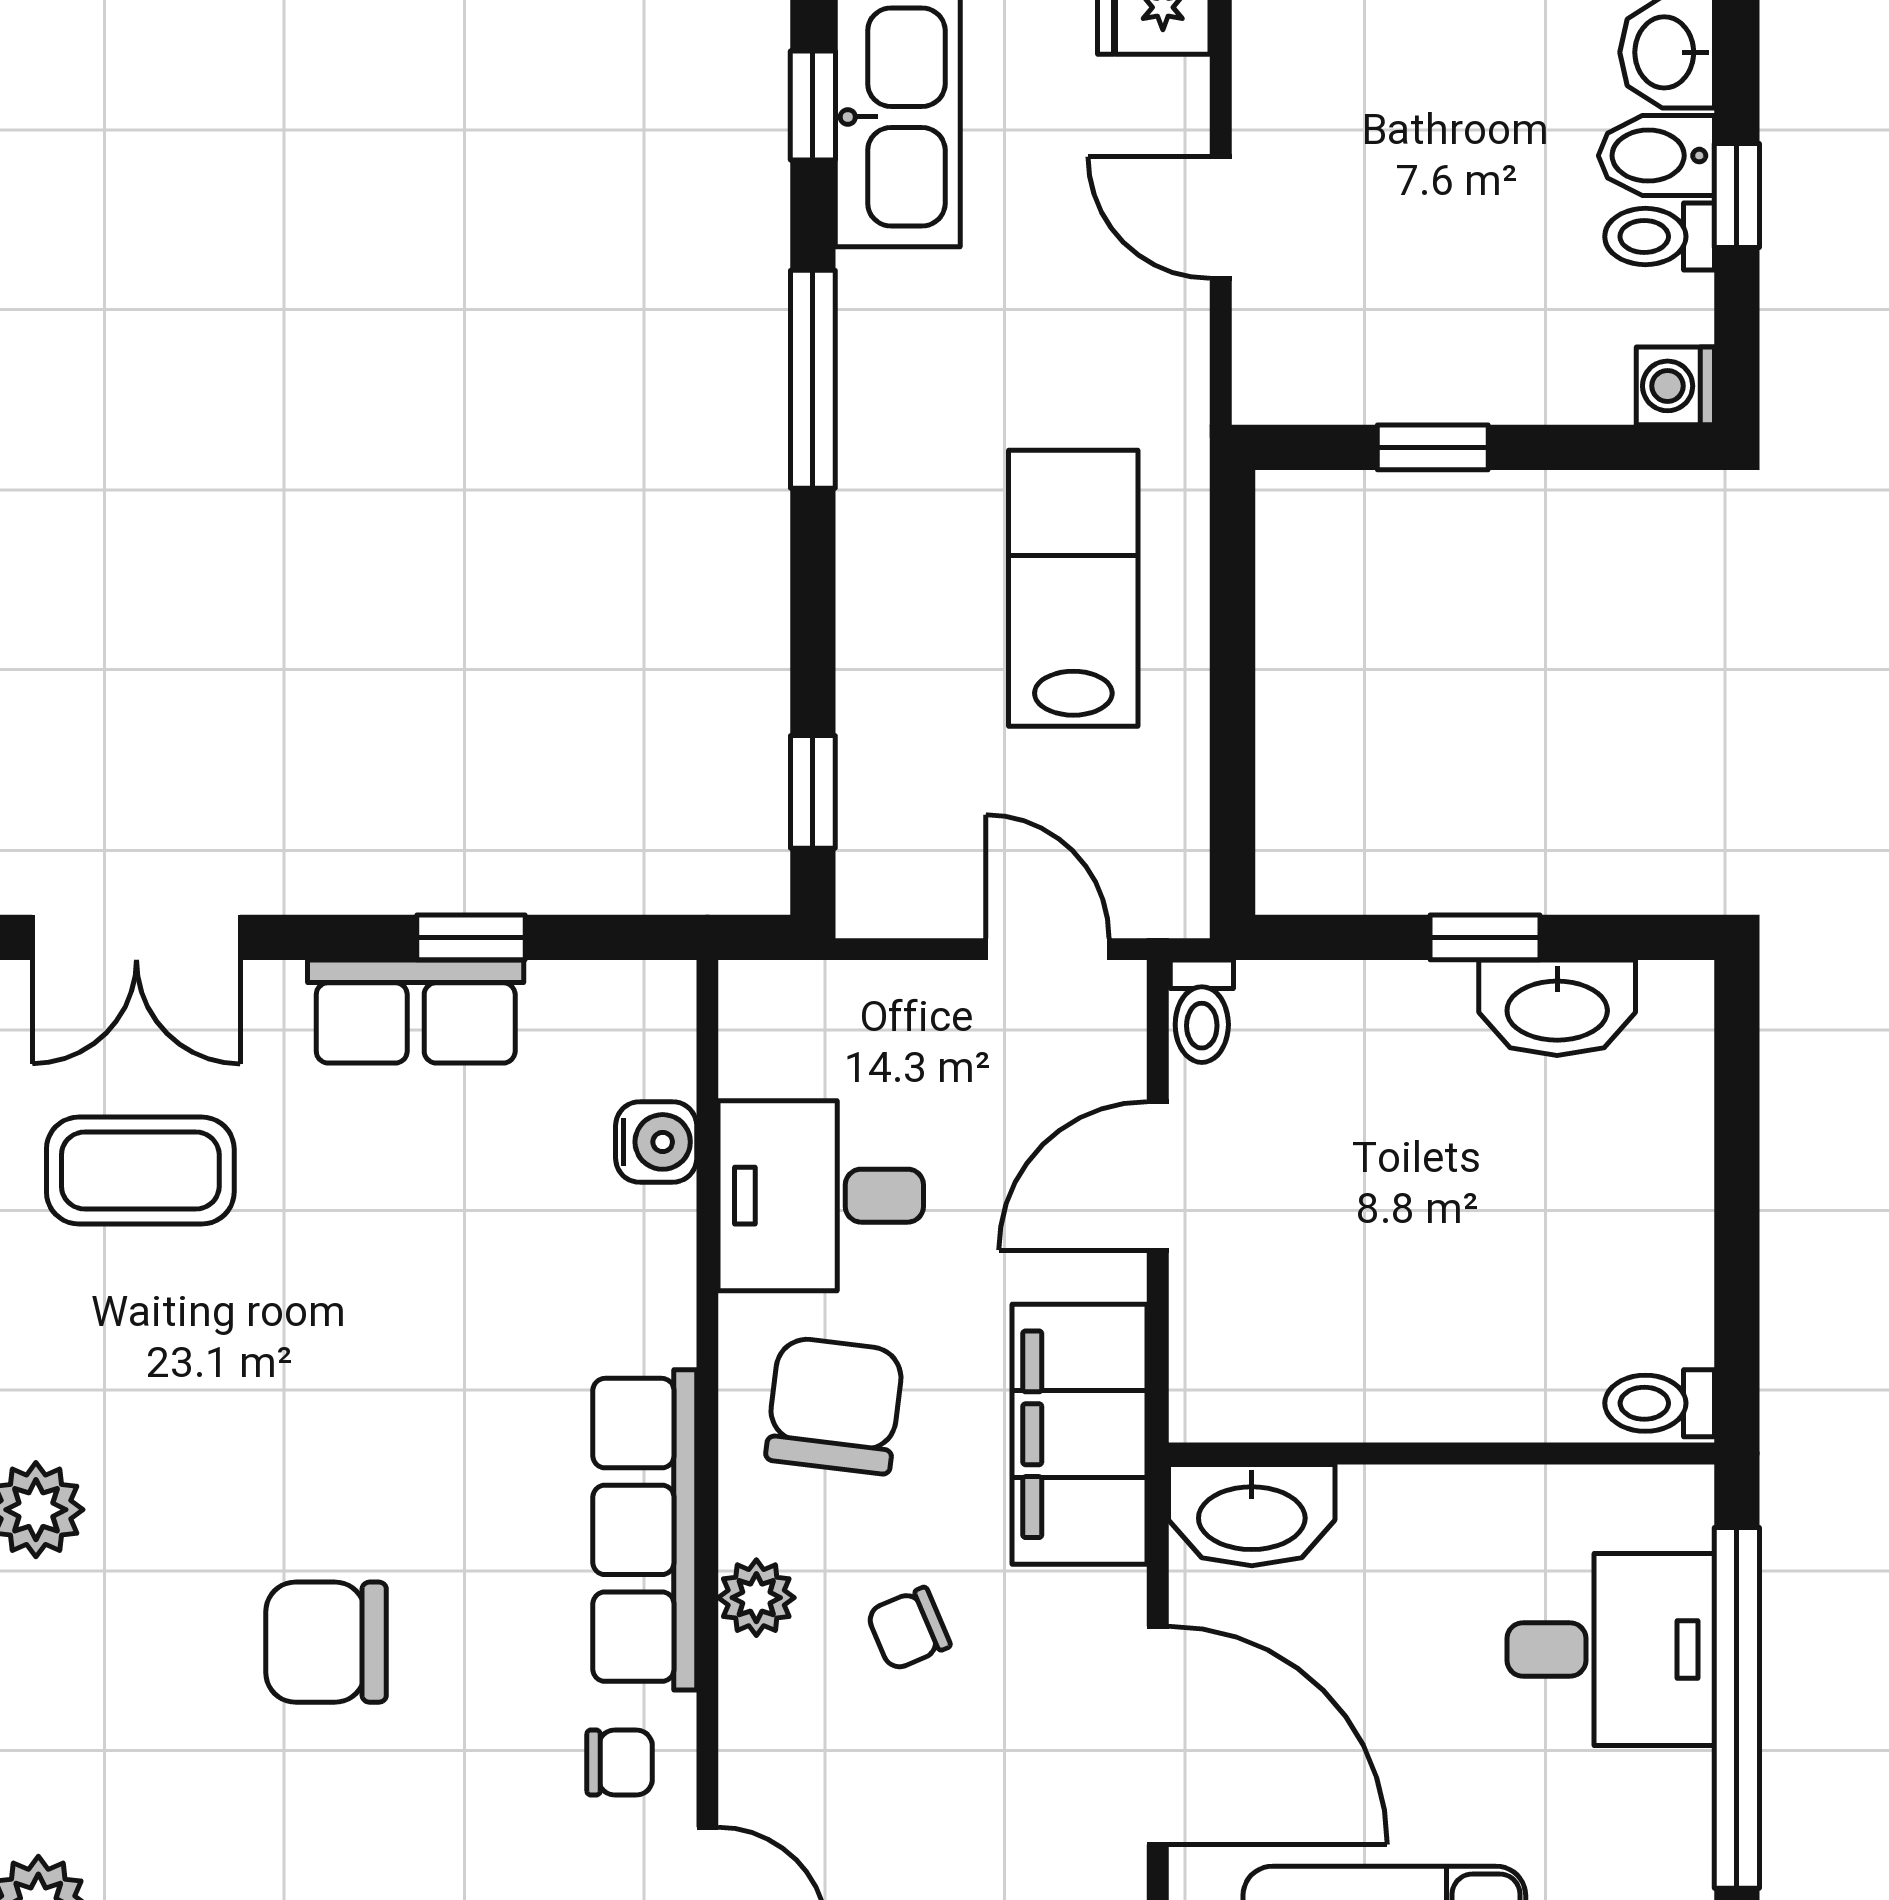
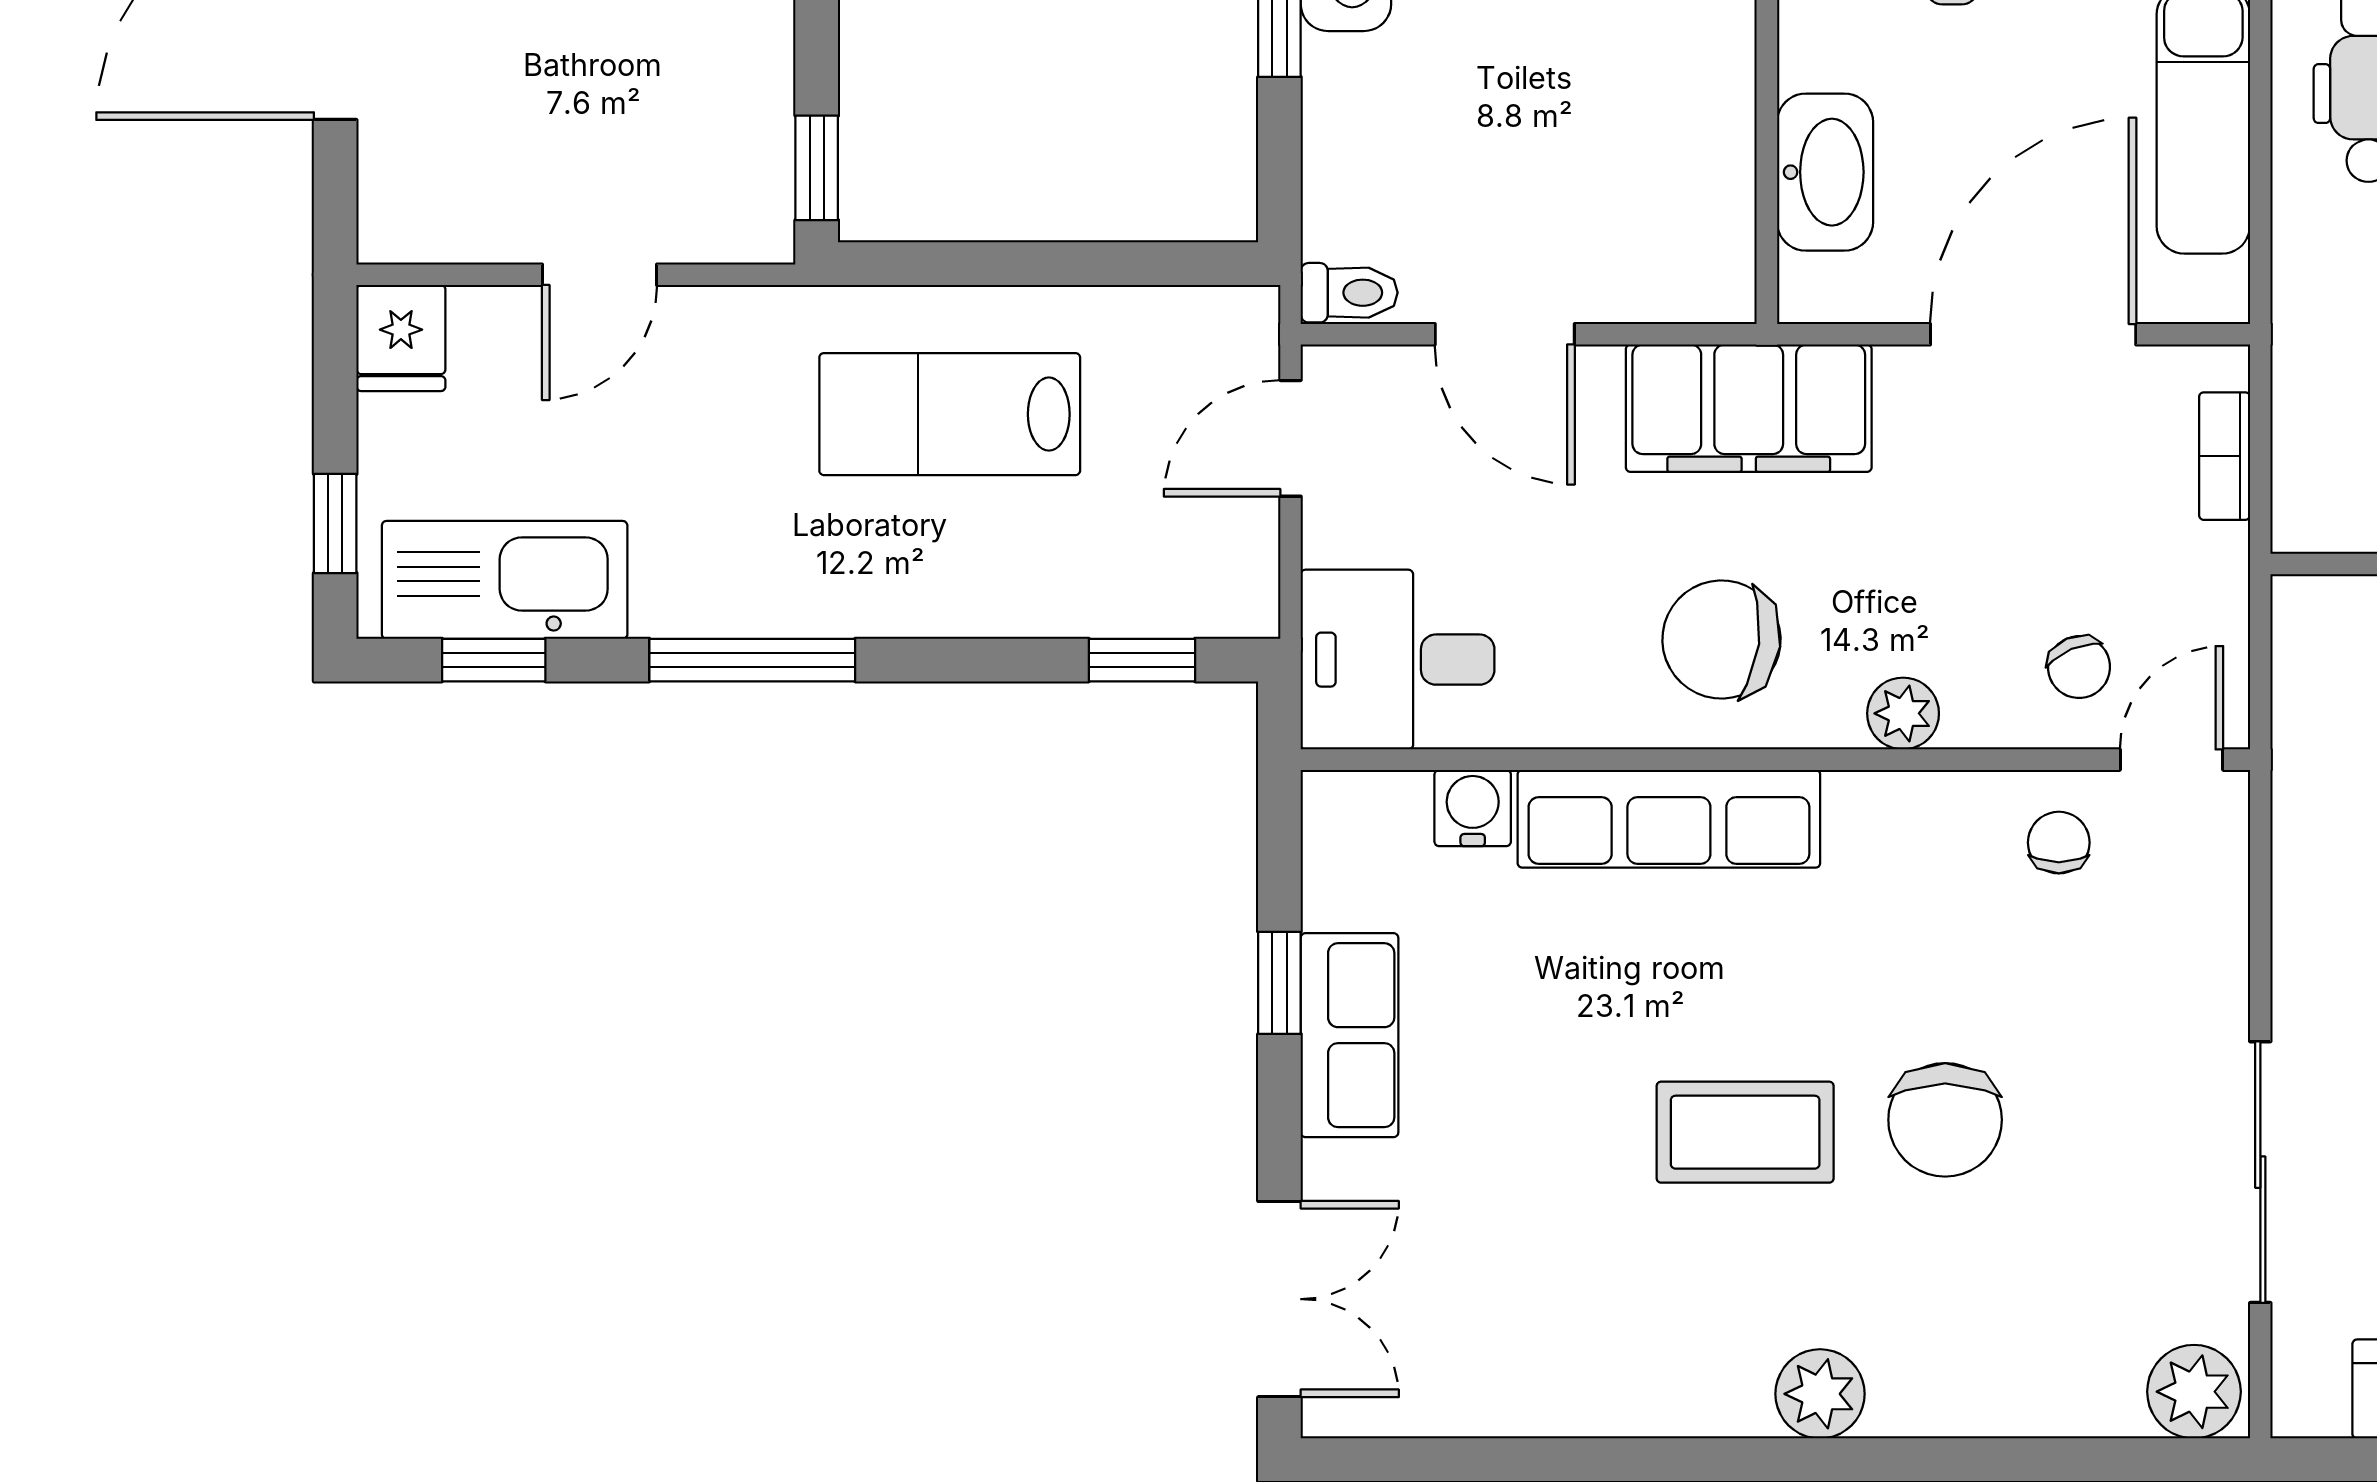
window: (1433, 447) -> (817, 168), moved
coffee table: (140, 1171) -> (1745, 1132), moved, turned 90
desk: (821, 1196) -> (1398, 660), moved, turned 90
washbasin: (1252, 1515) -> (1825, 172), moved
row of seats: (645, 1530) -> (1669, 819), moved
chair: (908, 1629) -> (2079, 667), moved

